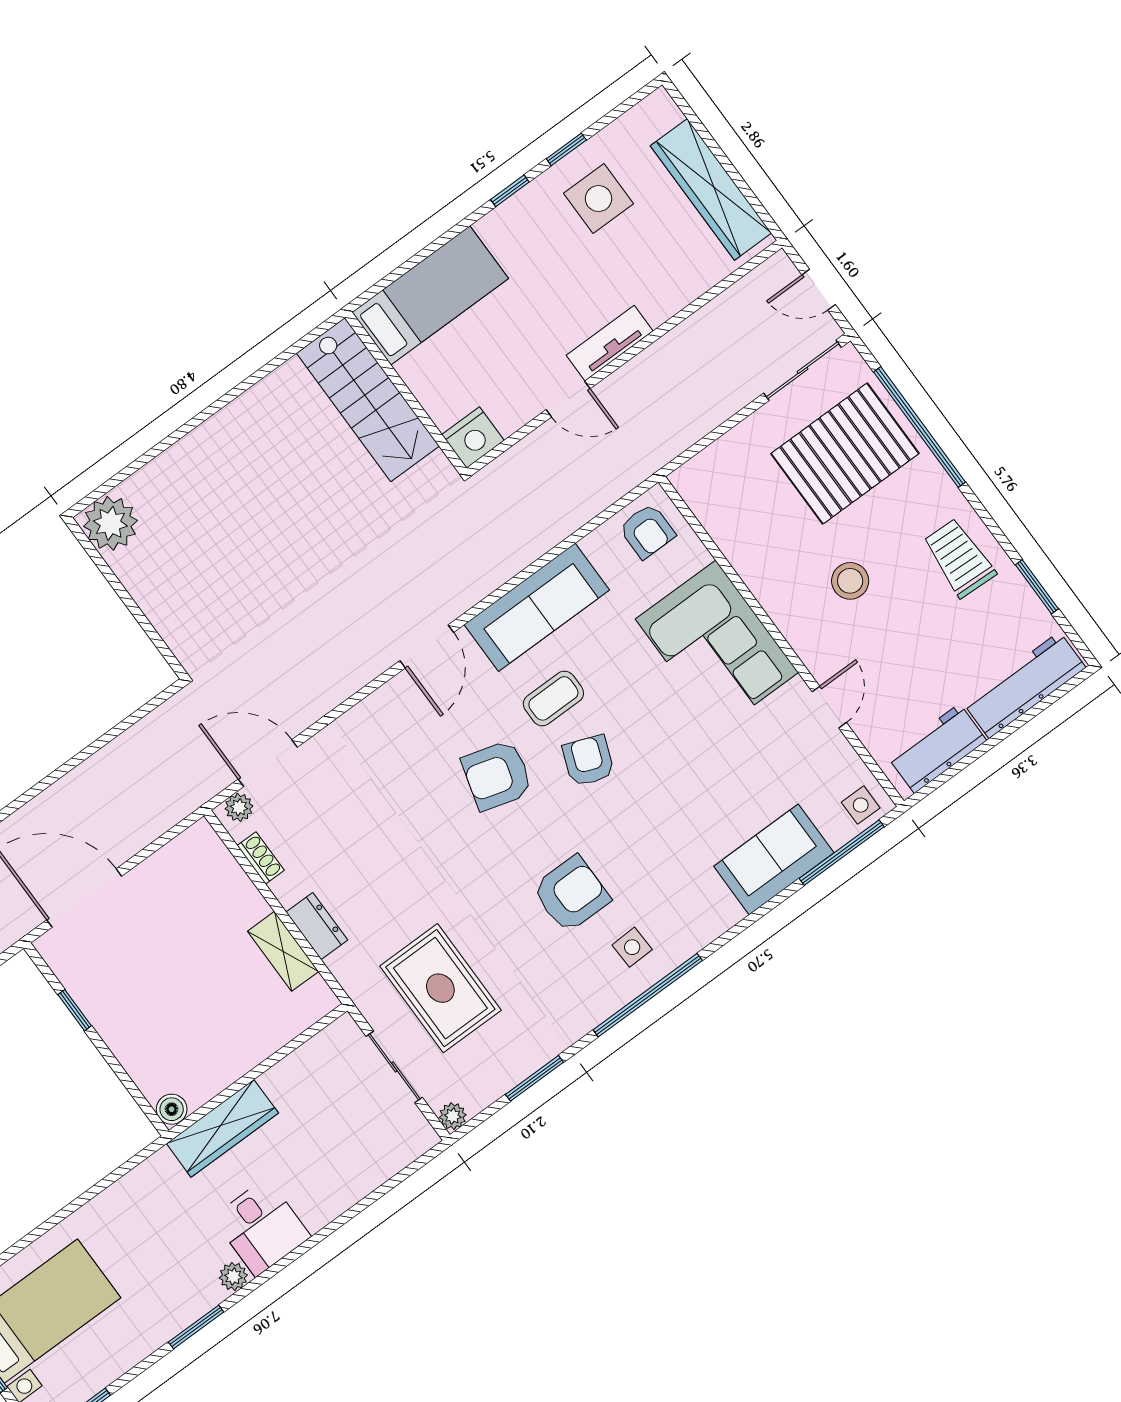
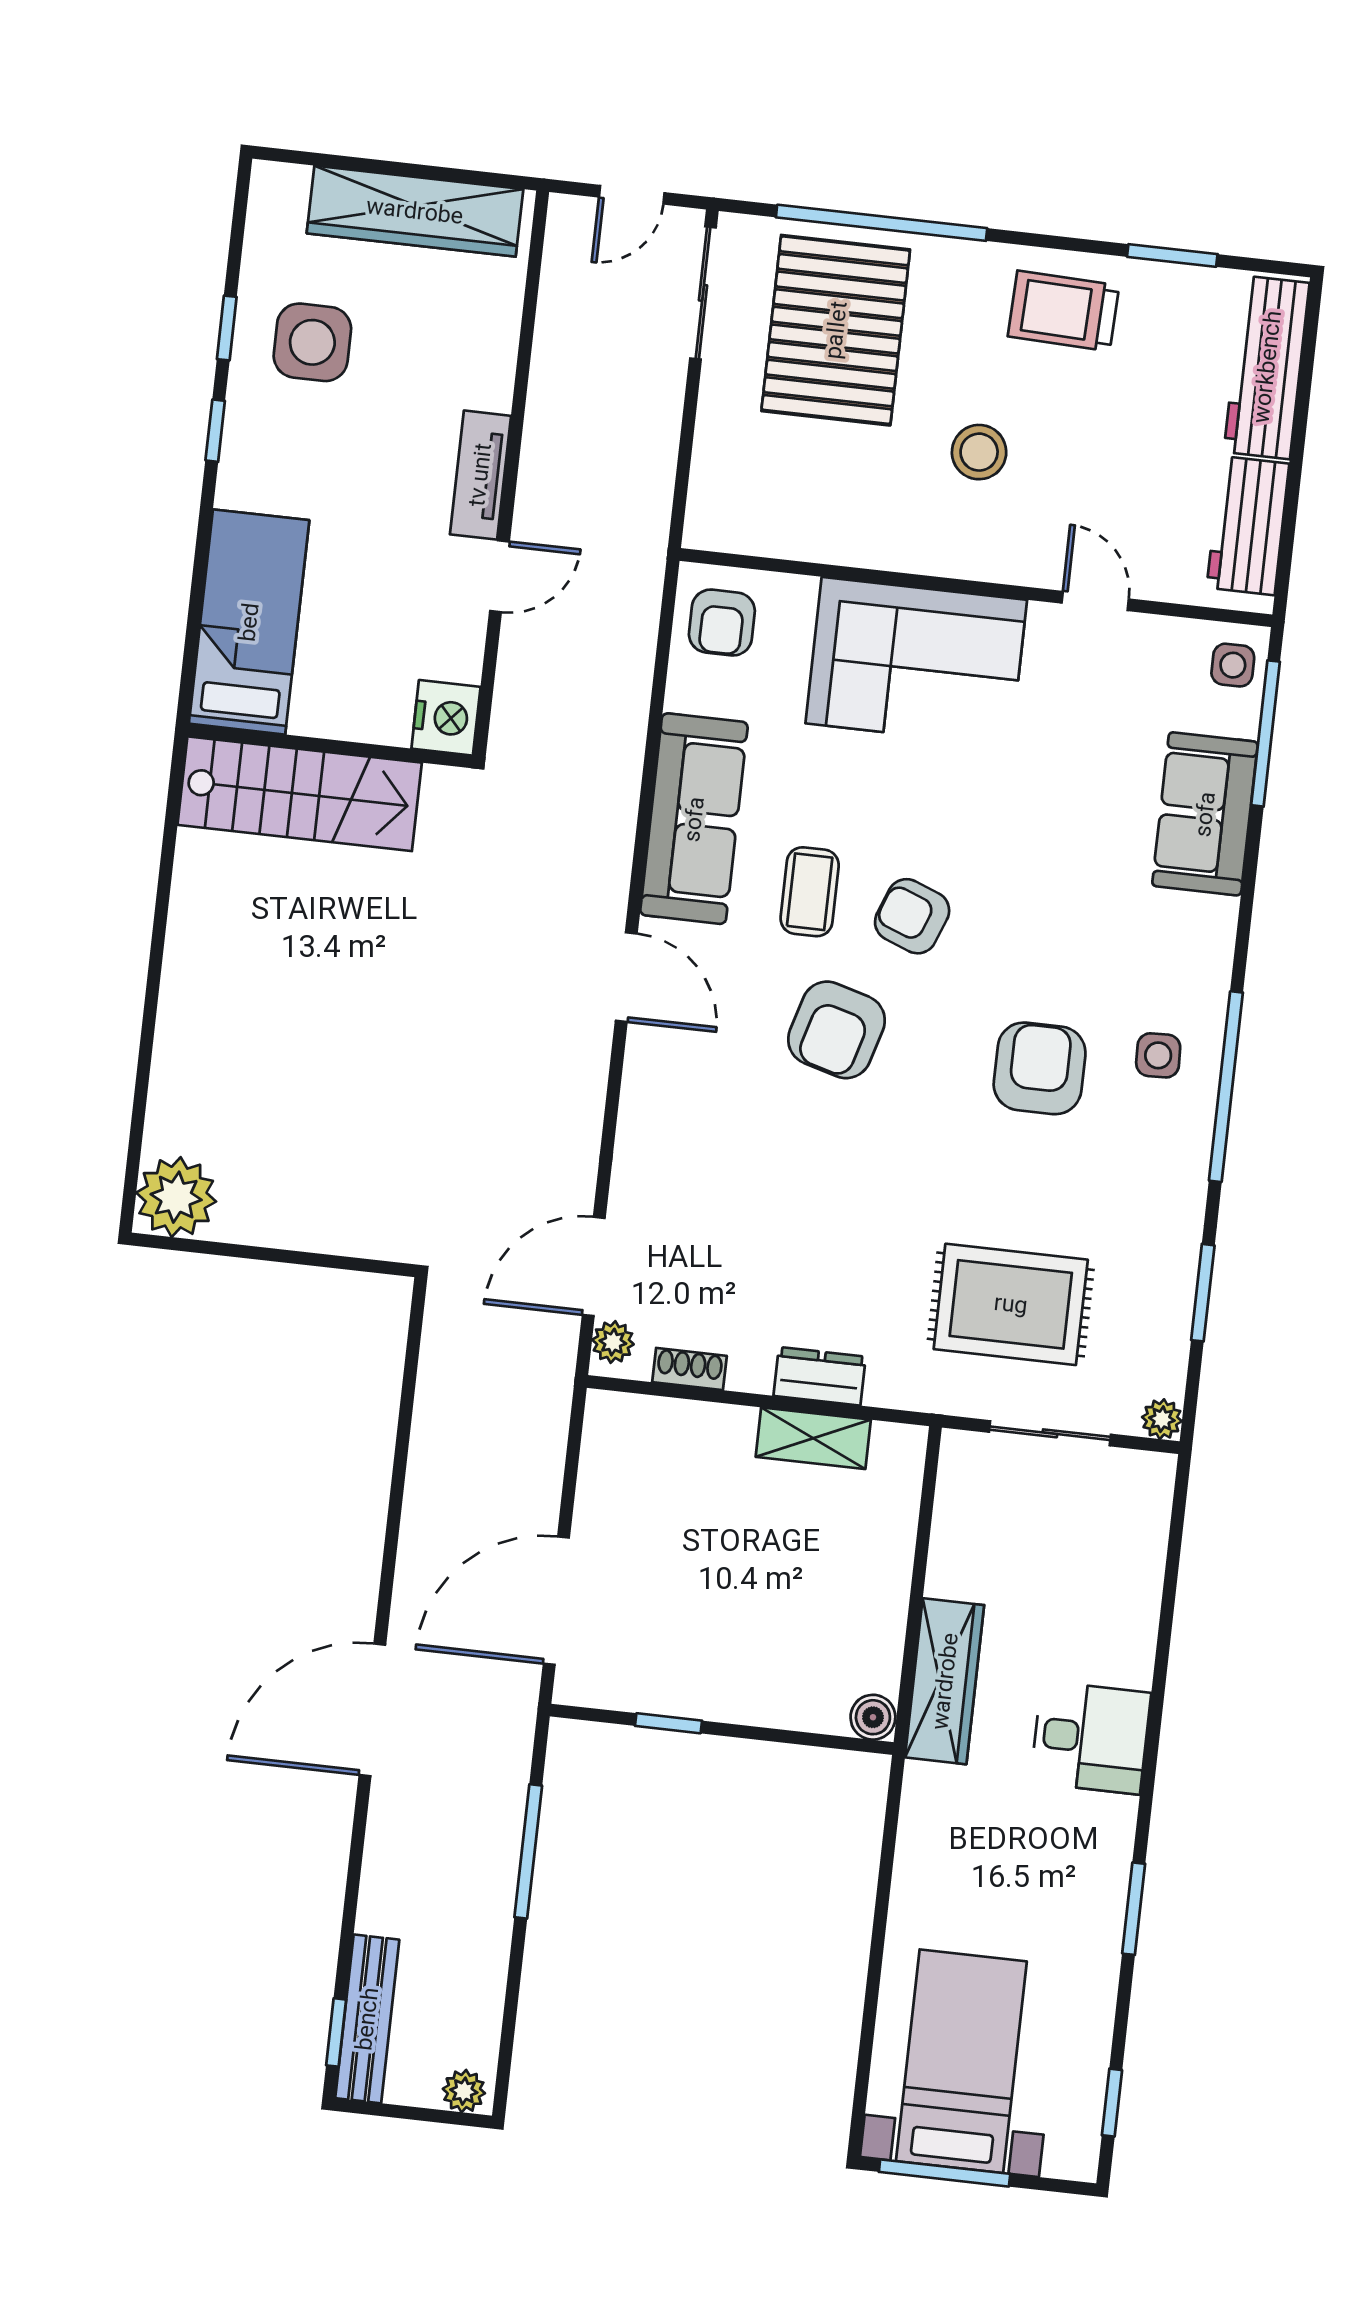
armchair: (647, 531) -> (722, 623), turned 90
plant: (233, 1276) -> (1116, 1818), removed

